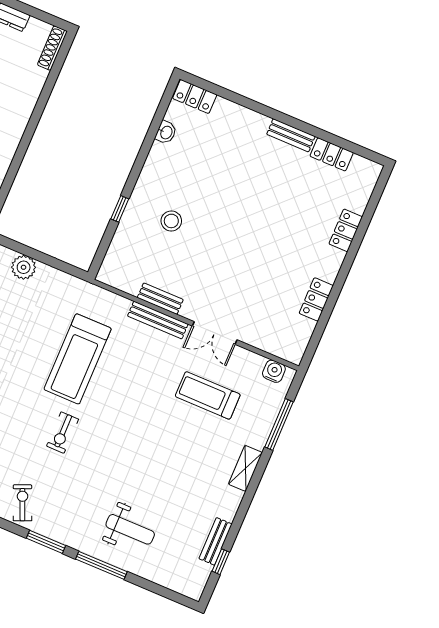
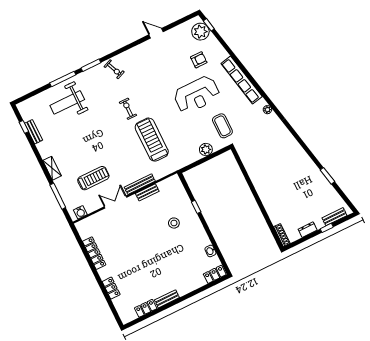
locker: (316, 299) -> (94, 253), width x1.53
weight bench: (130, 529) -> (67, 102), width x1.36, depth x1.33

